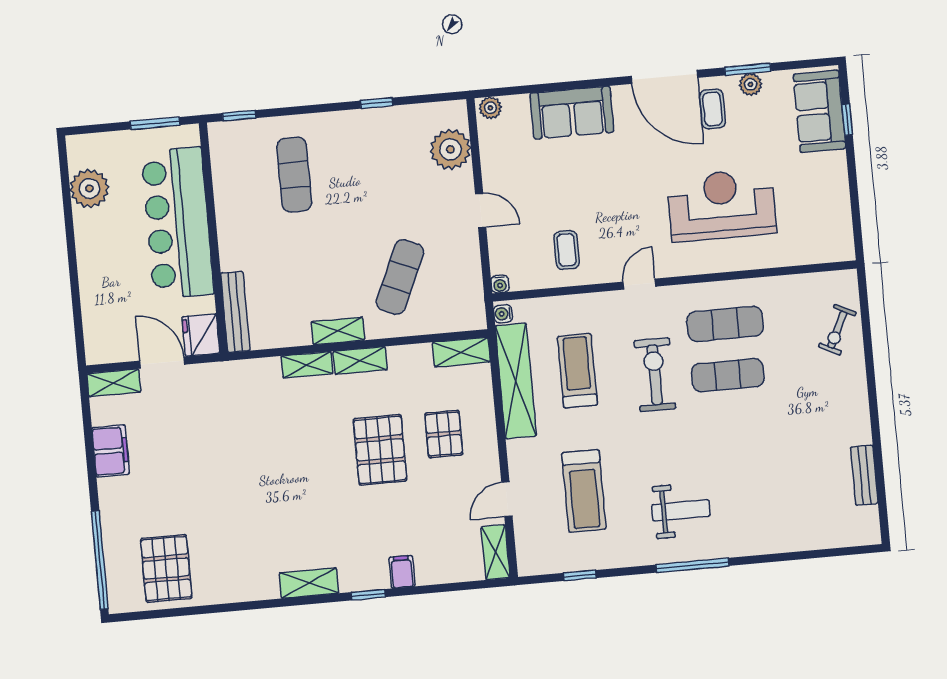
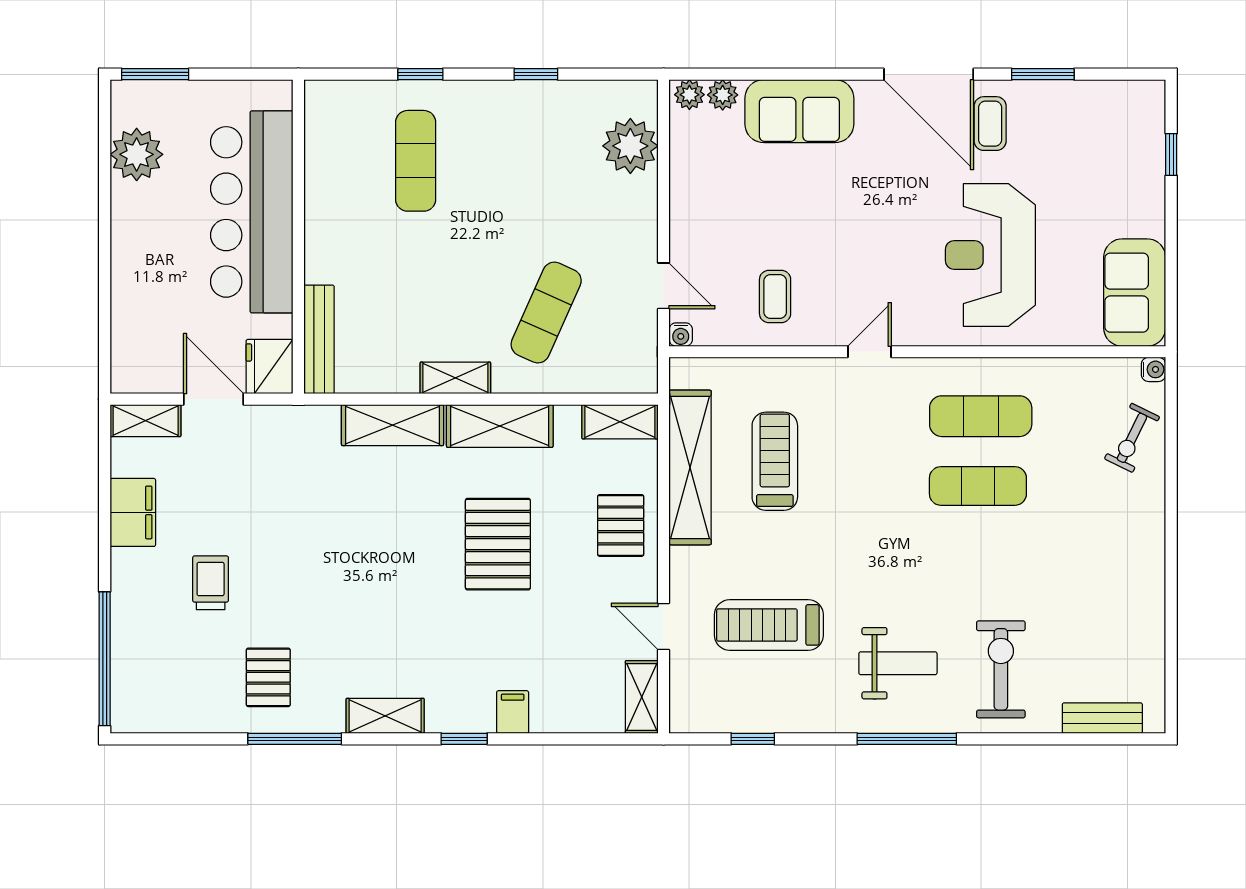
plant: (751, 84) -> (723, 95), moved
sofa: (819, 111) -> (1135, 293), moved
window: (239, 116) -> (420, 74), moved
window: (155, 123) -> (155, 74), moved
reception desk: (722, 205) -> (990, 255), turned -90
door: (481, 210) -> (664, 286), moved
water cooler: (503, 314) -> (1154, 369), moved, turned 180
shelving: (360, 360) -> (500, 426), width x1.50, depth x1.33
shelving: (307, 365) -> (393, 425), width x1.50, depth x1.33
exercise bike: (655, 375) -> (1001, 669), moved
pallet: (444, 434) -> (621, 525), moved
bench: (864, 475) -> (1102, 718), moved, turned 90
treadmill: (584, 491) -> (769, 625), turned 90
trolley: (172, 497) -> (211, 583), added
door: (507, 499) -> (664, 627), hinge flipped
pallet: (166, 569) -> (268, 677), moved, width x0.67, depth x0.71
window: (244, 606) -> (295, 739), added

